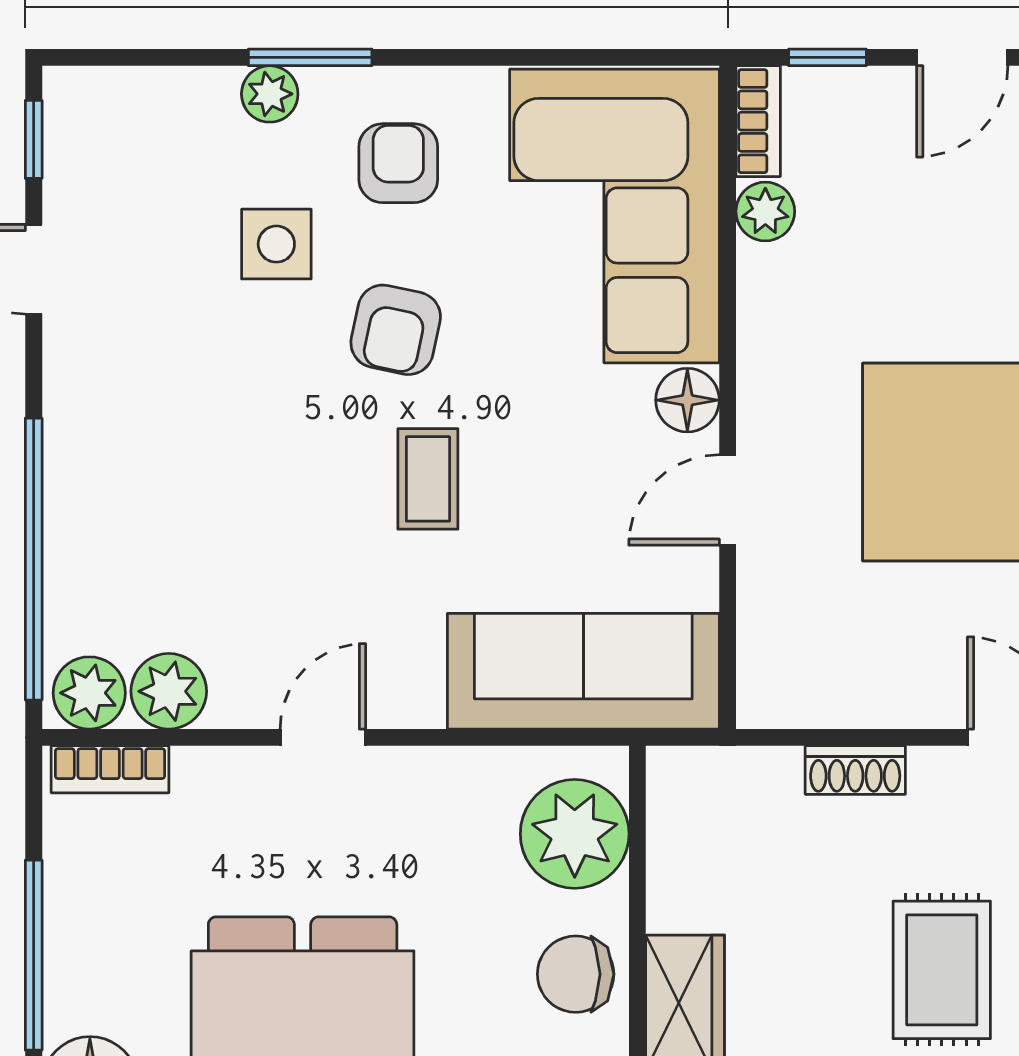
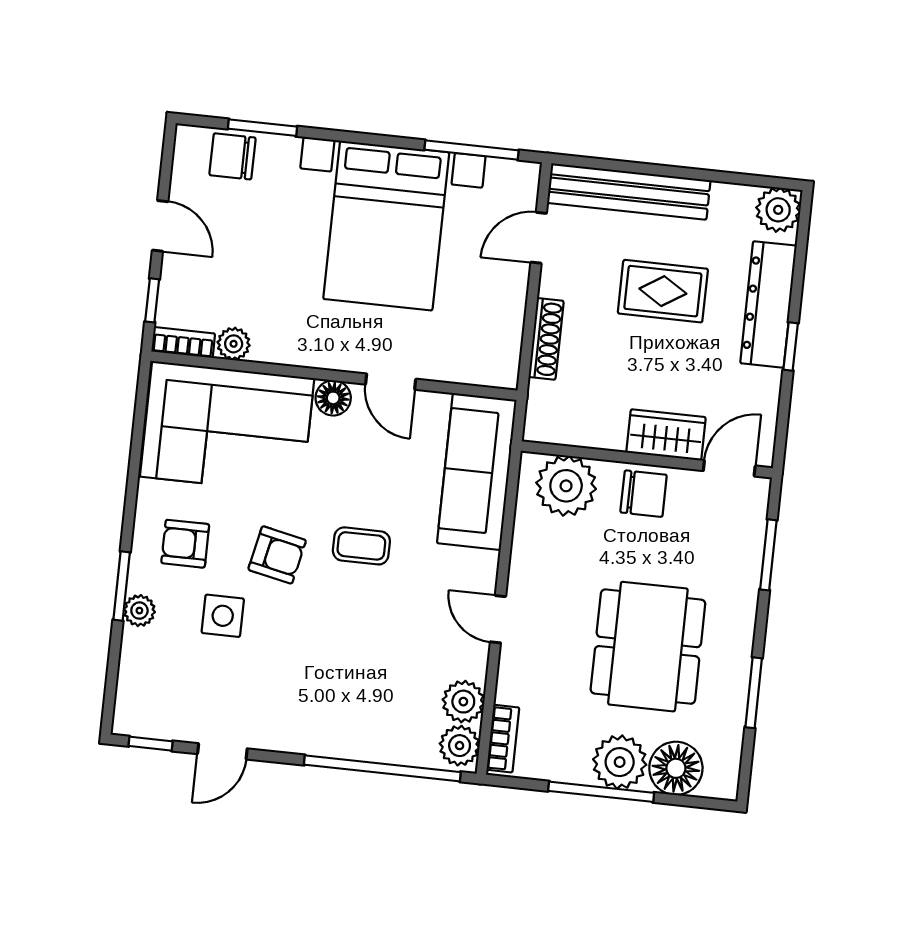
shoe rack: (855, 770) -> (546, 339), width x1.43
chair: (576, 974) -> (644, 494), turned -90
plant: (90, 983) -> (620, 762), added

